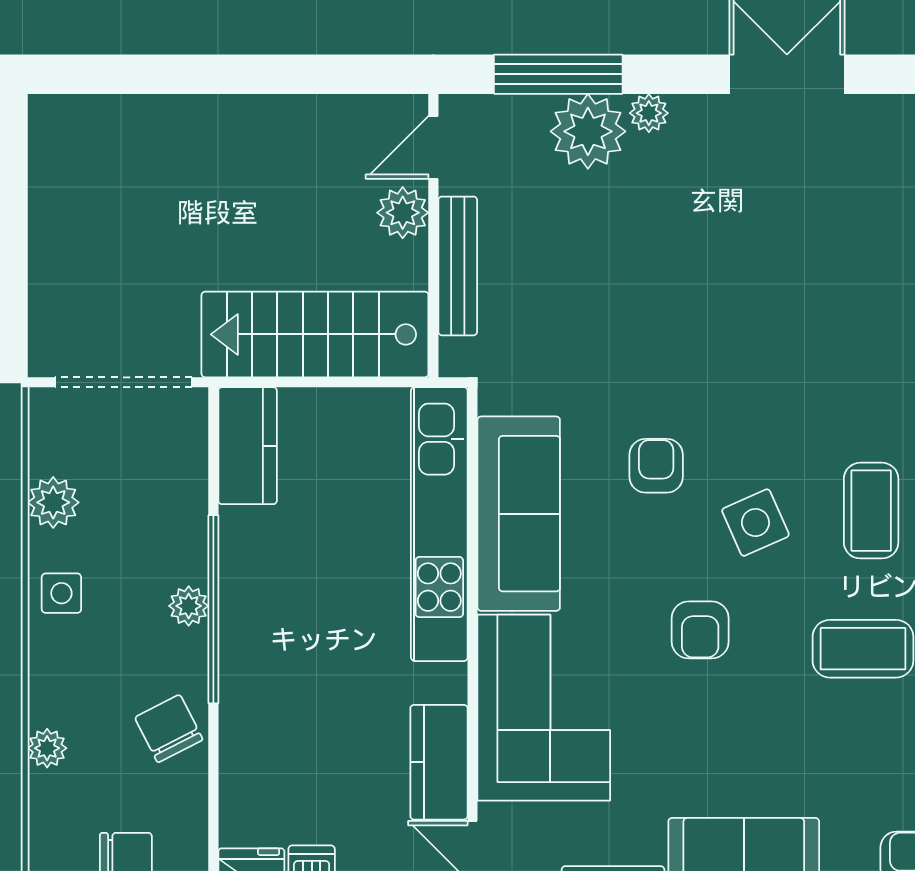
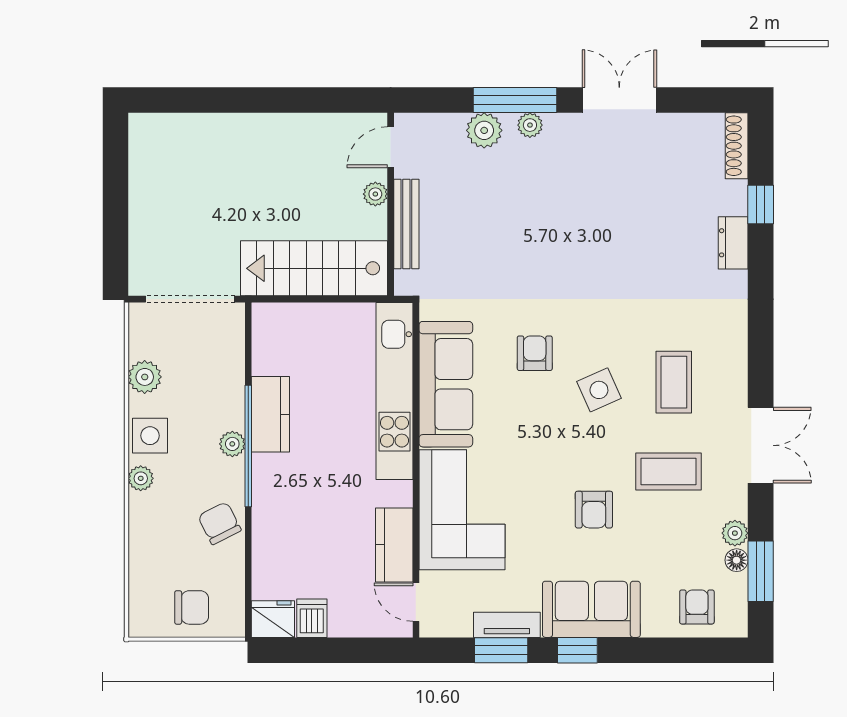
window: (558, 74) -> (515, 100), moved
plant: (588, 131) -> (484, 130), width x0.73, depth x0.73
plant: (403, 213) -> (375, 194), width x0.73, depth x0.73
kitchen counter: (248, 446) -> (270, 414), moved
side table: (61, 593) -> (150, 436), width x1.37, depth x1.37
armchair: (700, 630) -> (594, 510), moved
plant: (47, 748) -> (141, 478), moved

